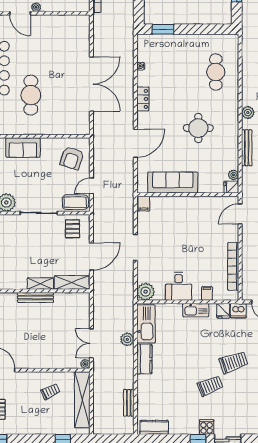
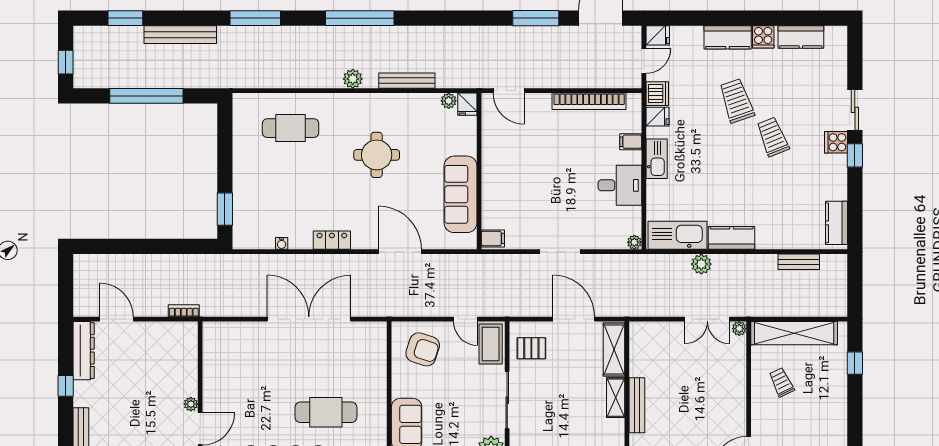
plant: (146, 292) -> (634, 242), width x0.53, depth x0.53

